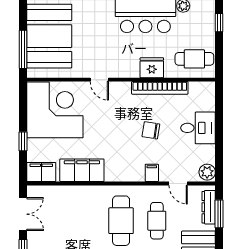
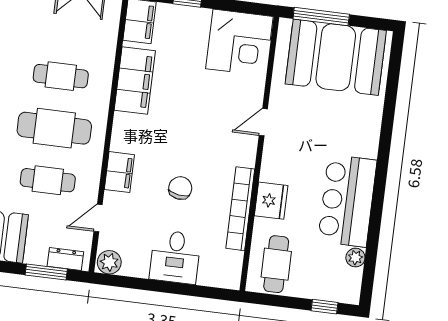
corner desk: (55, 110) -> (239, 43), width x0.74, depth x0.74
filing cabinet: (152, 173) -> (119, 172), width x2.00
dresser: (209, 207) -> (65, 259), width x0.70
cafe table: (85, 221) -> (61, 76), added

